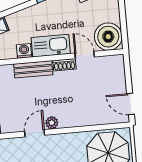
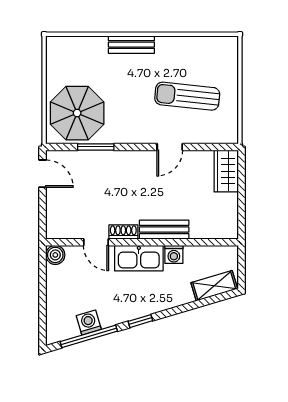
boiler: (108, 37) -> (55, 255), width x0.54, depth x0.54
plant: (52, 123) -> (146, 158), removed
window: (92, 128) -> (96, 147), added

